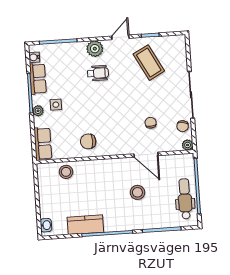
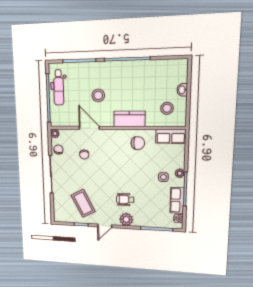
row of seats: (43, 144) -> (171, 136), moved, turned -90
stool: (66, 172) -> (167, 108), moved
washbasin: (46, 225) -> (182, 90), moved
kitchen counter: (85, 225) -> (129, 119), moved, turned 180

